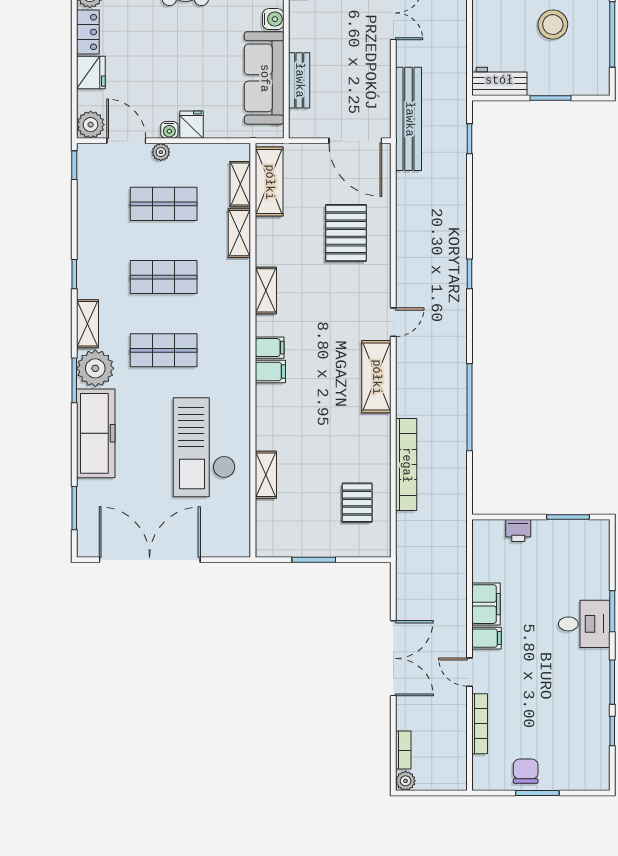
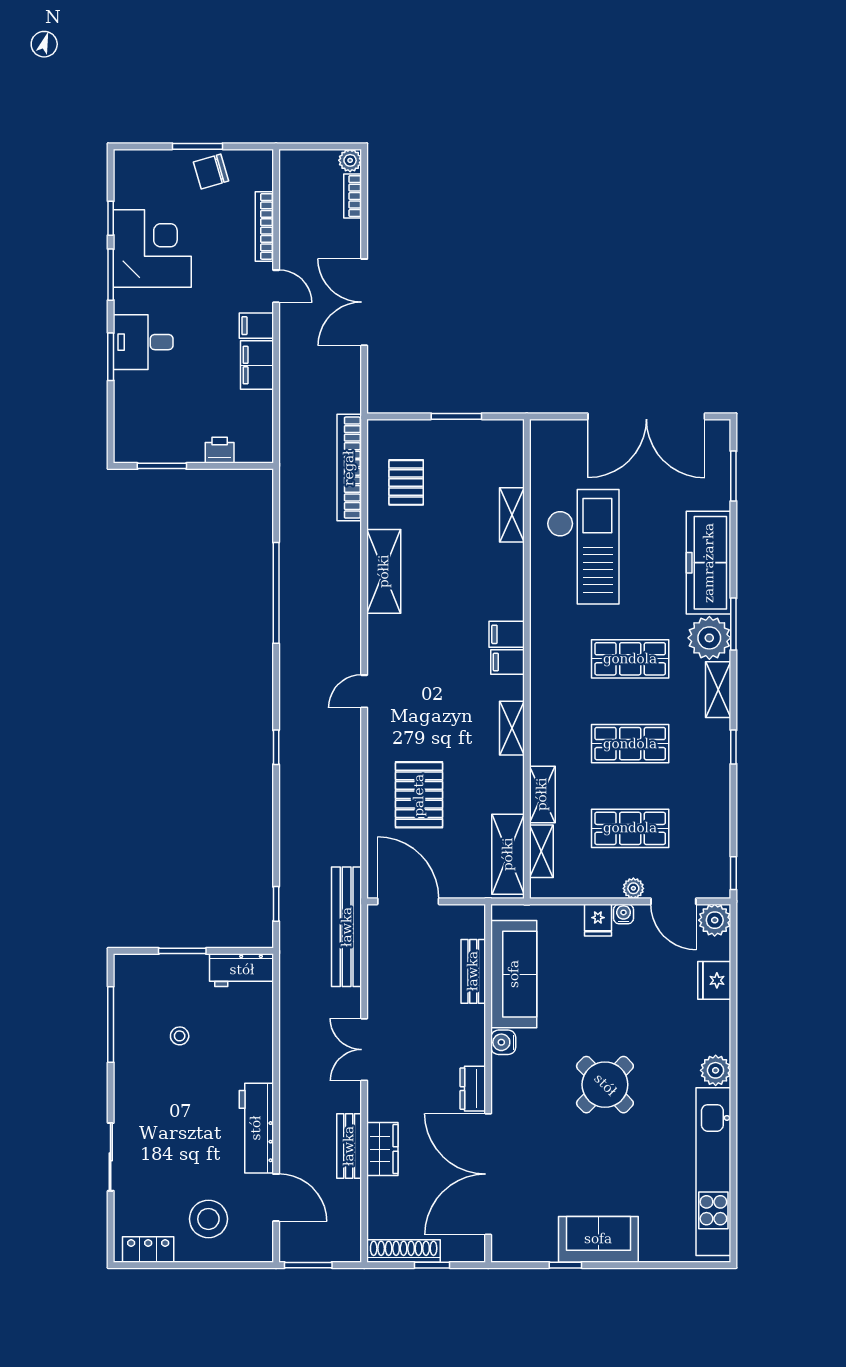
stool: (553, 25) -> (180, 1036), width x0.53, depth x0.53
locker: (88, 32) -> (718, 1027), removed
shelving: (376, 377) -> (384, 571), moved
bookcase: (406, 465) -> (349, 468), moved
corner desk: (576, 705) -> (152, 248), added
chair: (526, 771) -> (211, 172), turned 74

